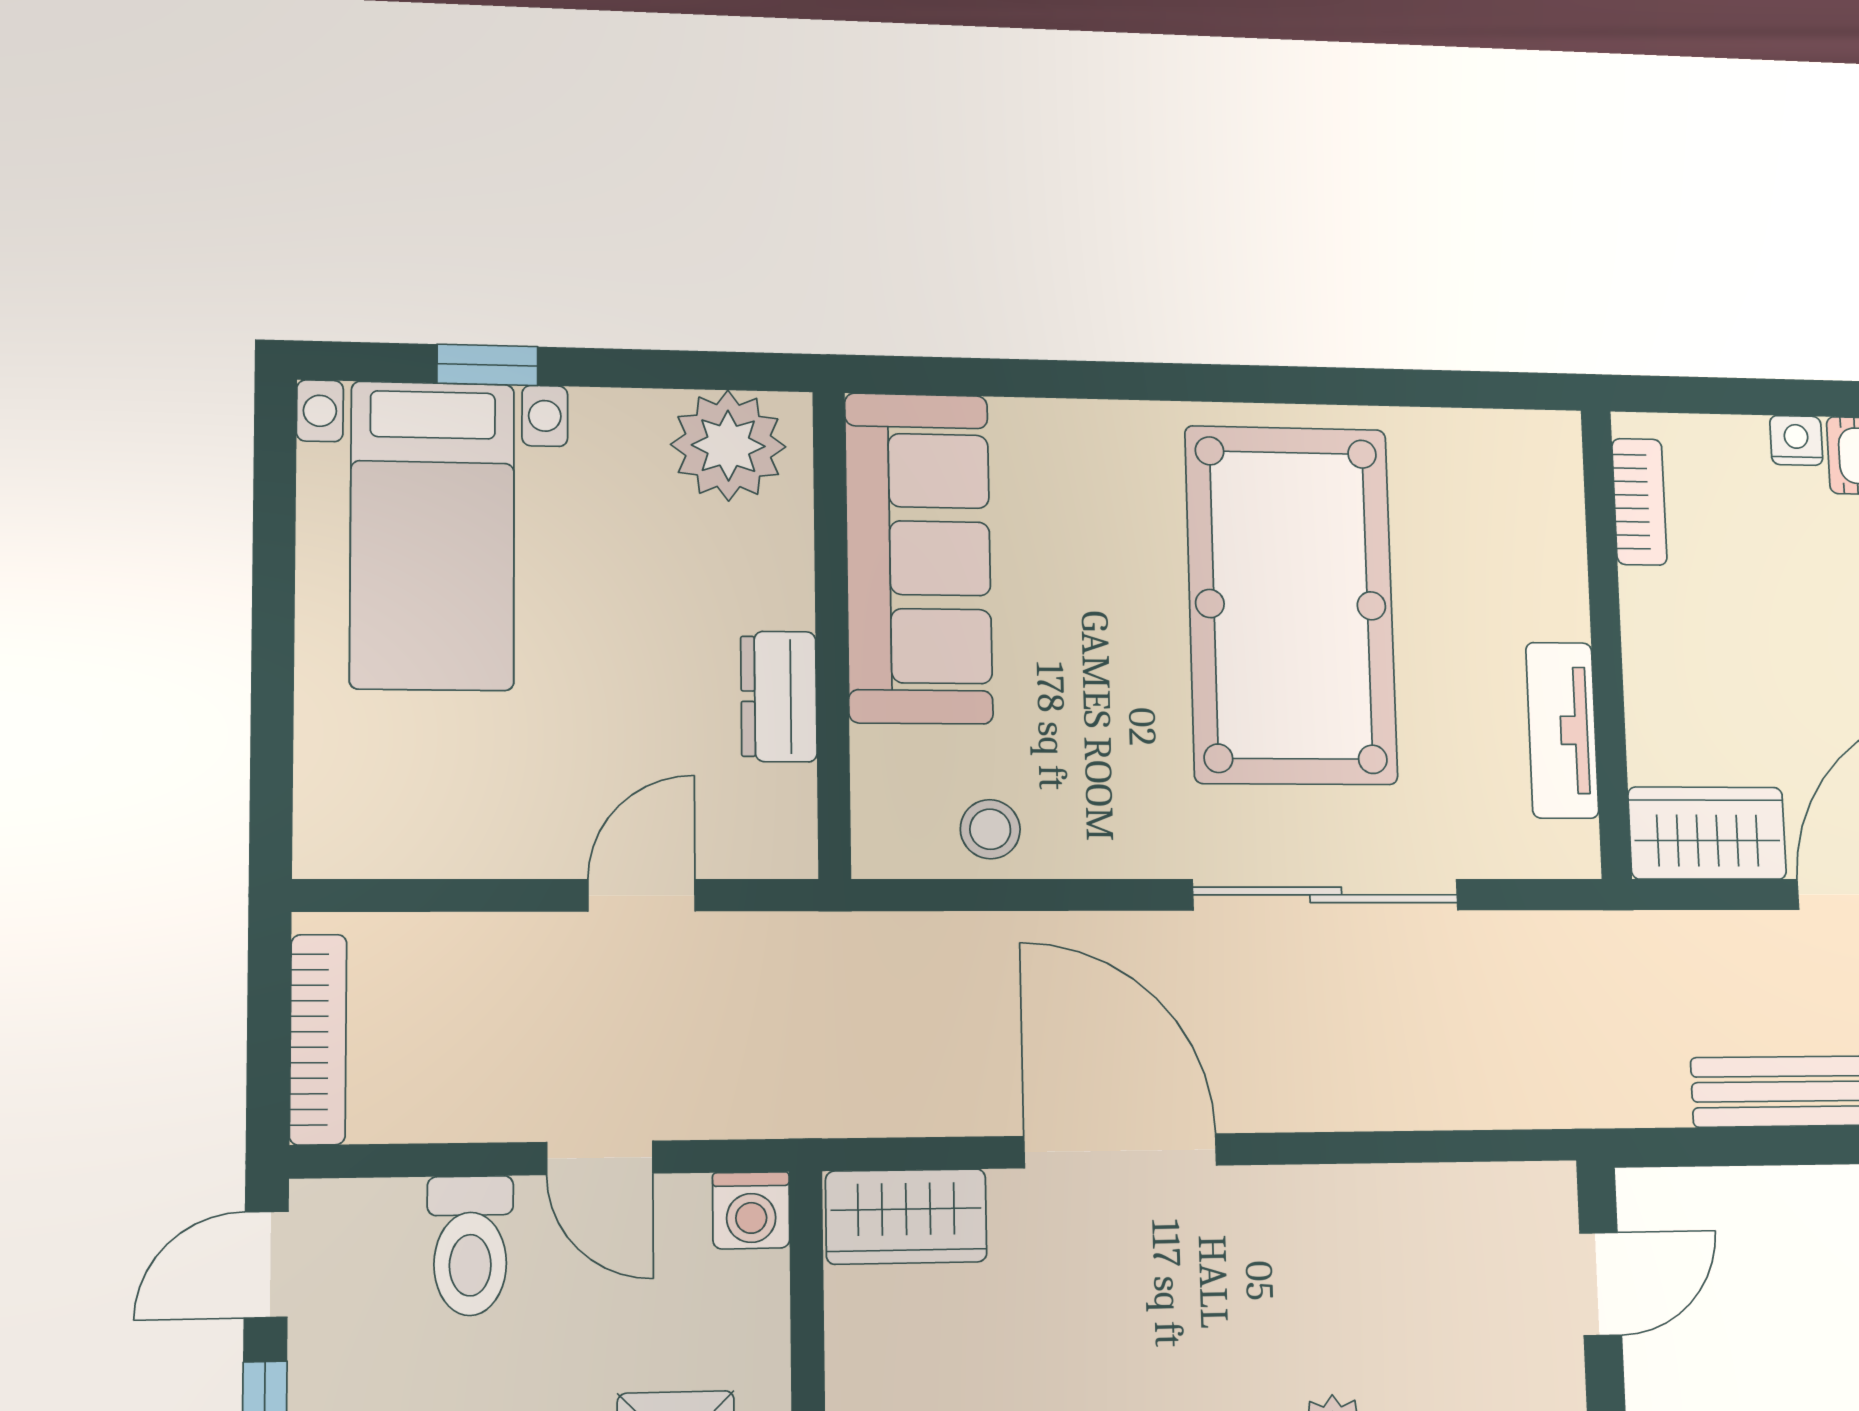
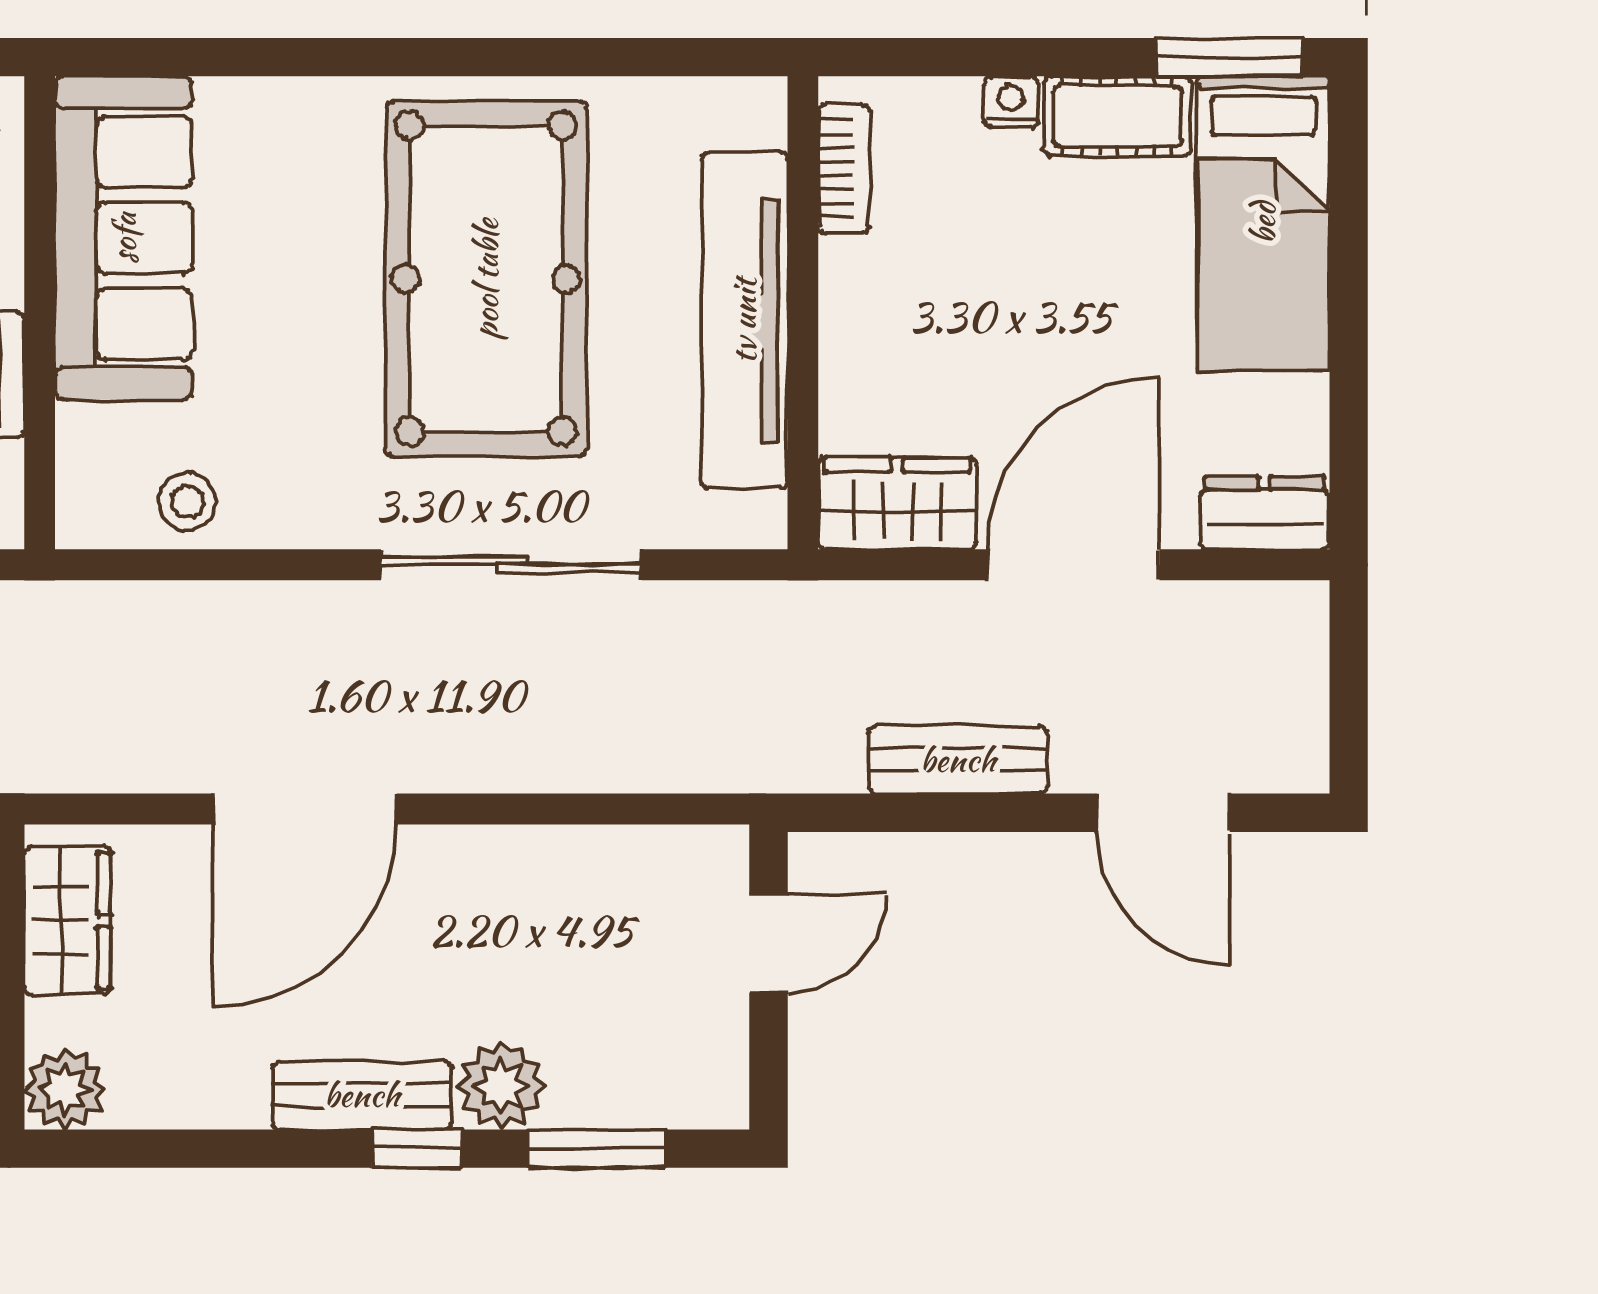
tv unit: (1562, 730) -> (744, 321), width x1.92, depth x1.29
door: (1120, 1151) -> (305, 809), swing flipped
wardrobe: (906, 1216) -> (68, 920), moved, turned -90

